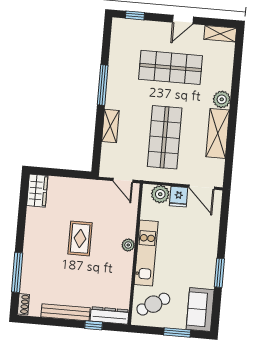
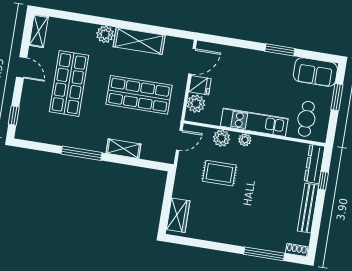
wardrobe: (37, 191) -> (178, 215), moved, turned 90
plant: (128, 222) -> (221, 138), added
rug: (80, 238) -> (219, 173), moved
cafe table: (153, 304) -> (306, 119), turned 31

